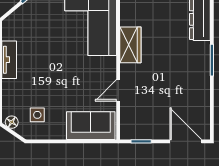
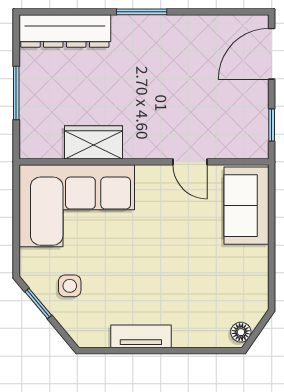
wardrobe: (130, 45) -> (93, 142), moved
side table: (37, 115) -> (70, 286), moved

